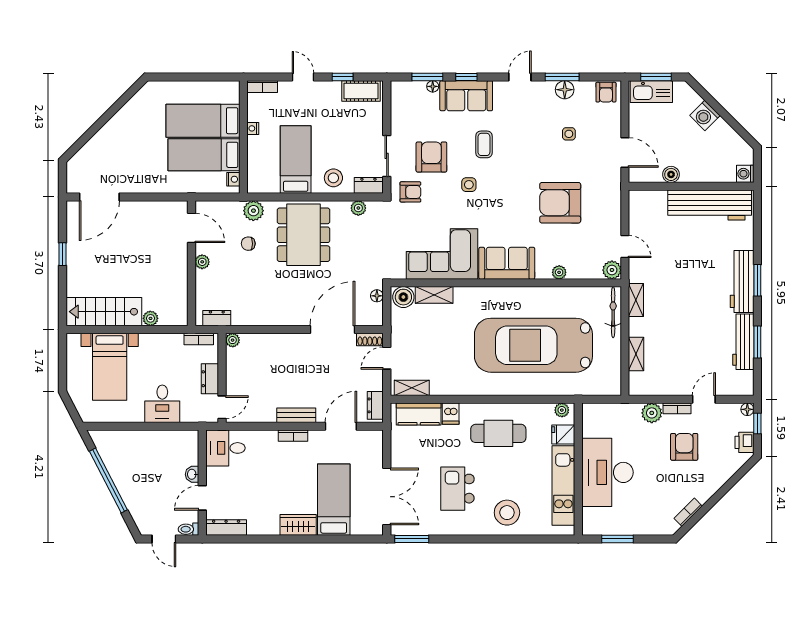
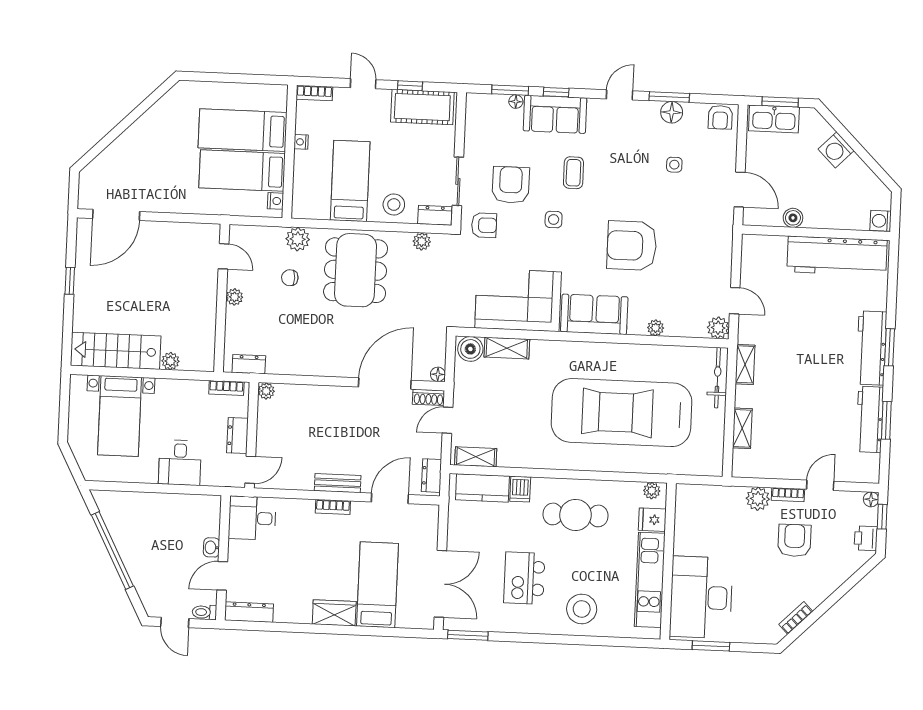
cot: (361, 91) -> (422, 107), width x1.37, depth x1.34
armchair: (560, 203) -> (632, 246), moved
door: (191, 228) -> (224, 256), width x0.73
floor lamp: (377, 296) -> (438, 374), moved
desk: (607, 472) -> (701, 597), moved

